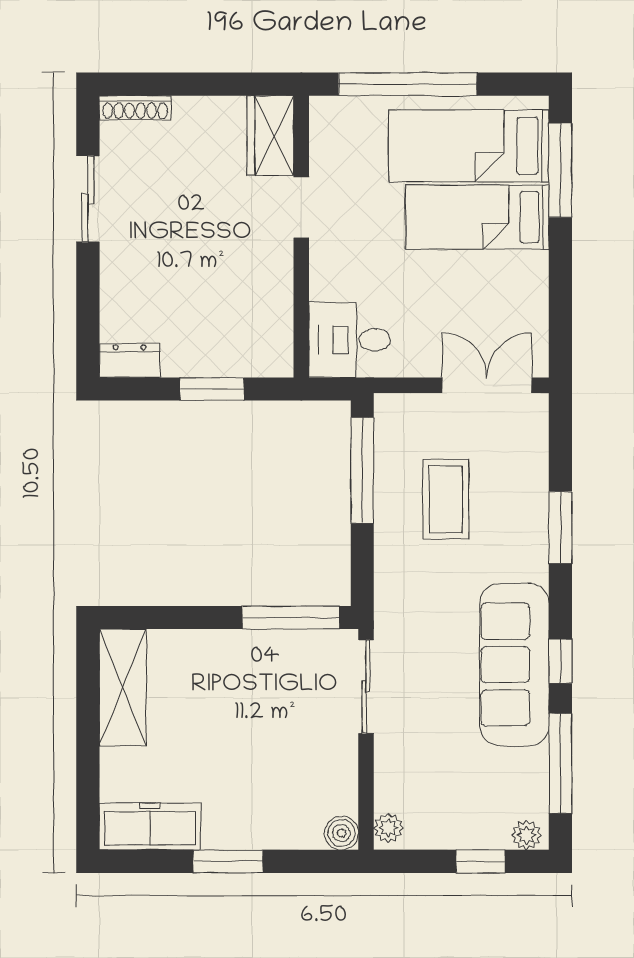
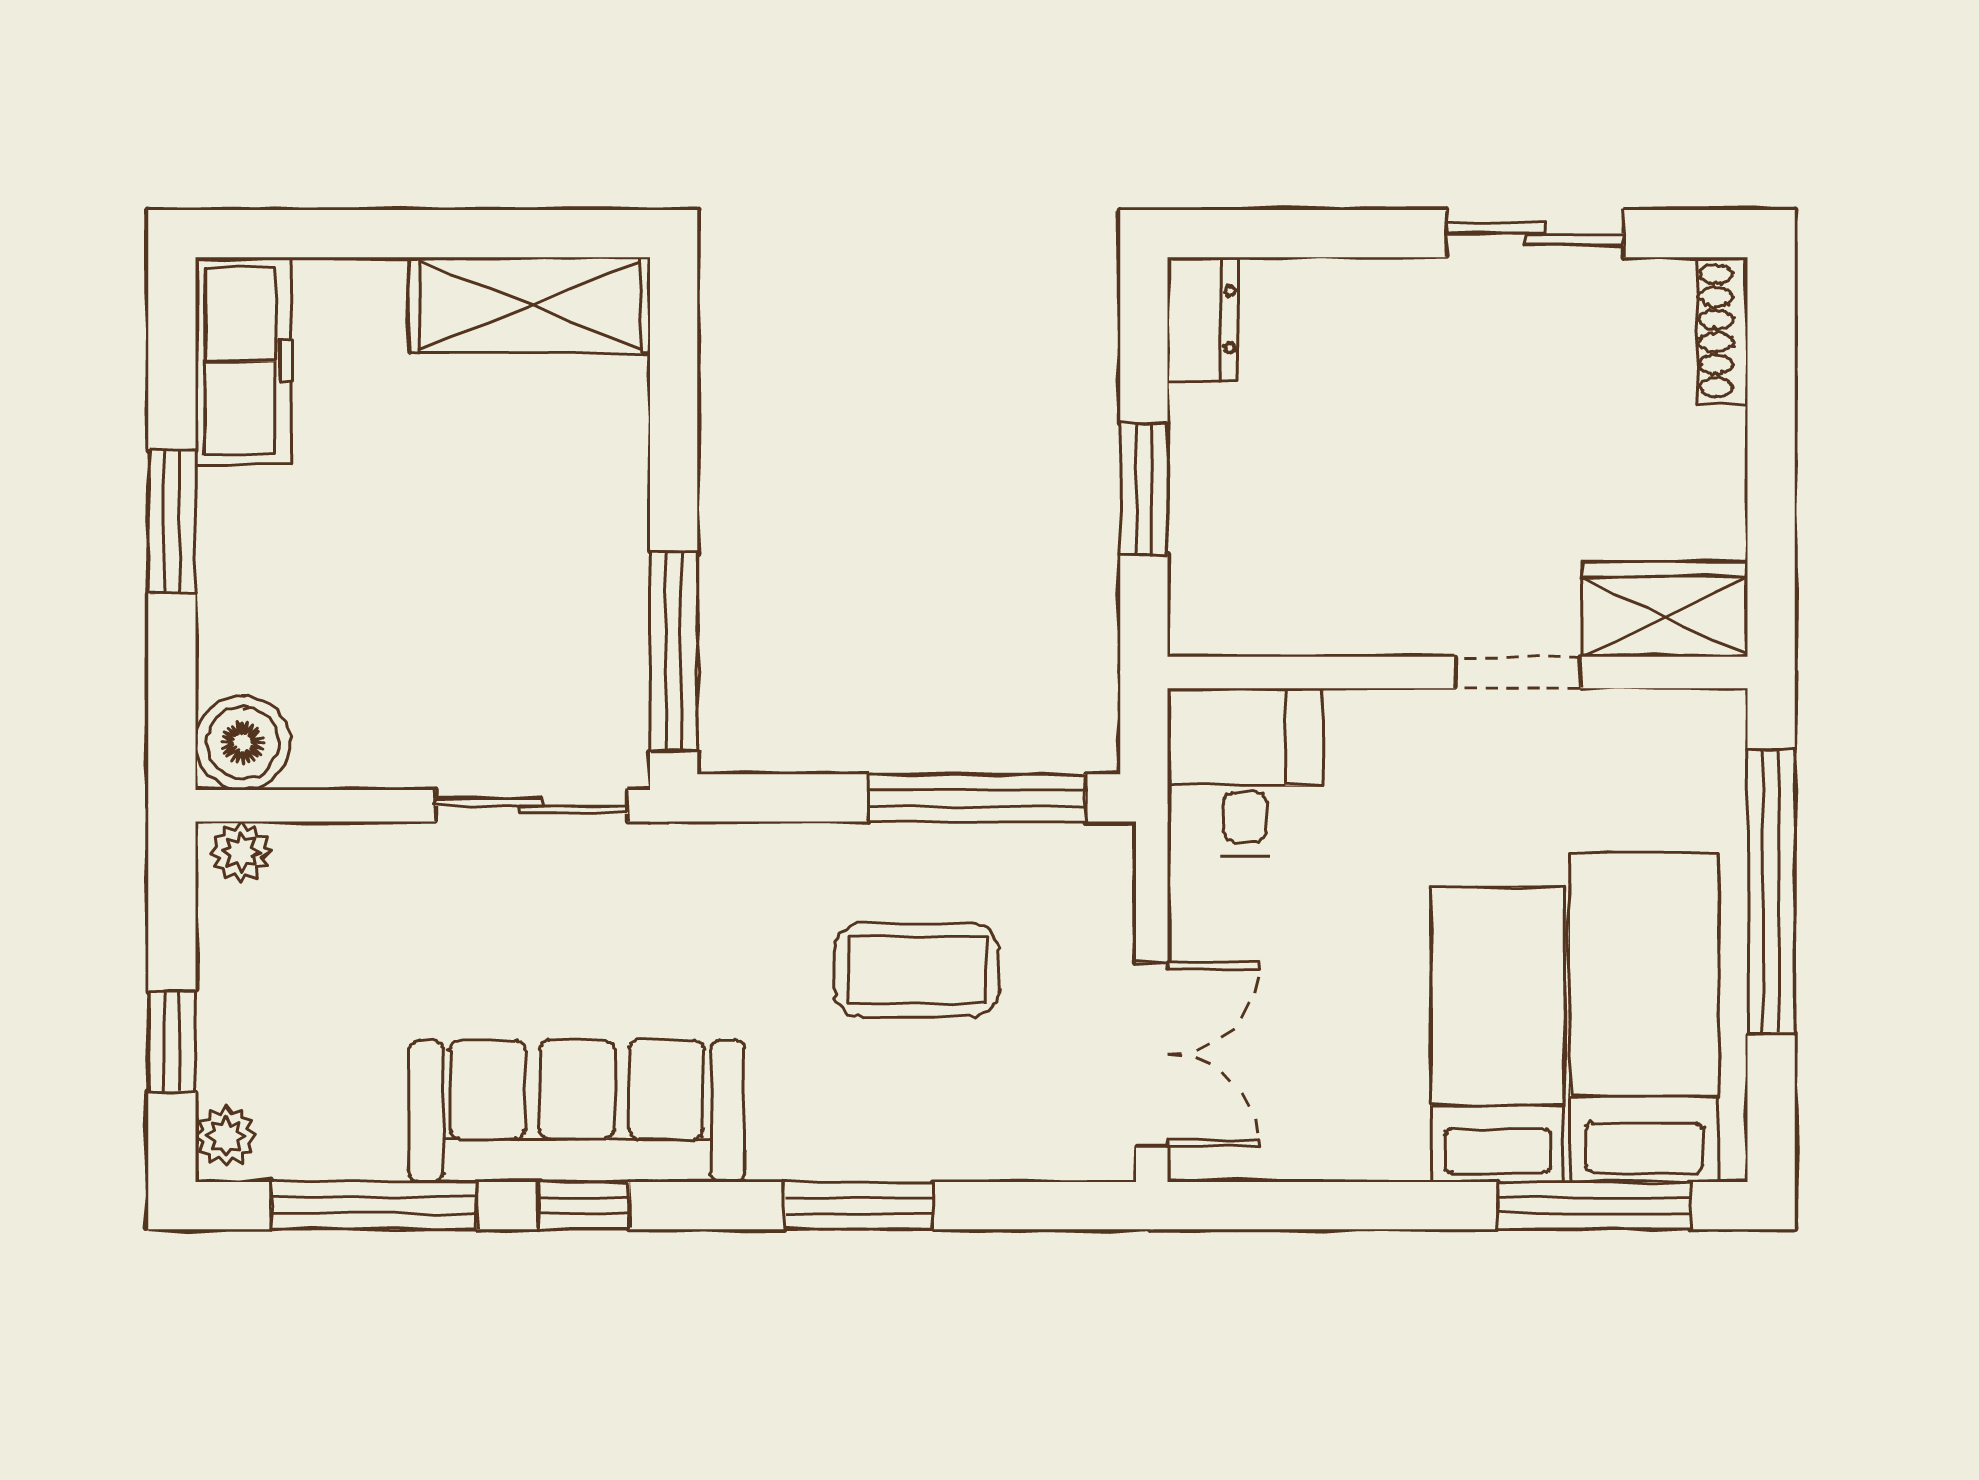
boiler: (342, 833) -> (243, 743), width x1.36, depth x1.36

